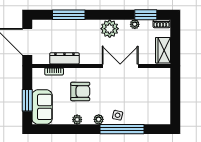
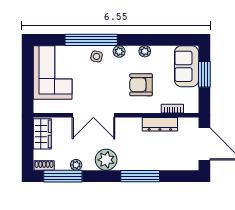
window: (69, 15) -> (140, 176), moved
window: (146, 15) -> (63, 176), width x1.44
corner sofa: (154, 102) -> (53, 72), added

